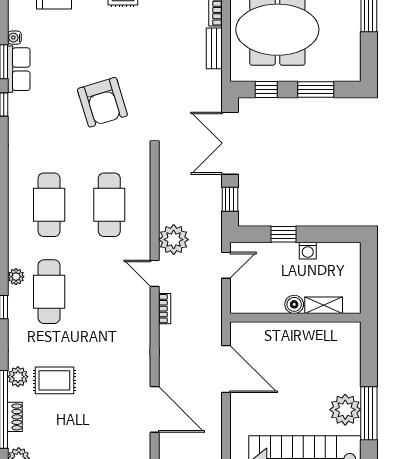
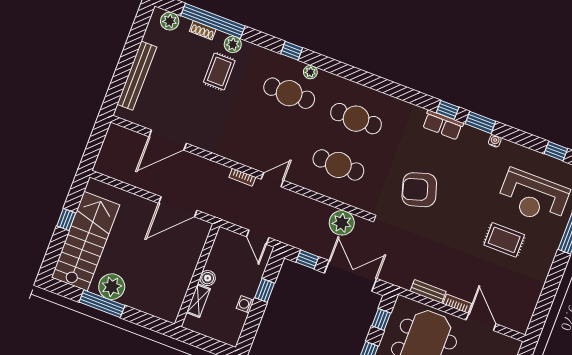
row of seats: (19, 69) -> (443, 125), moved
plant: (174, 240) -> (342, 223), moved

